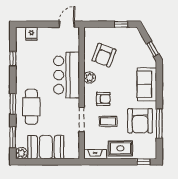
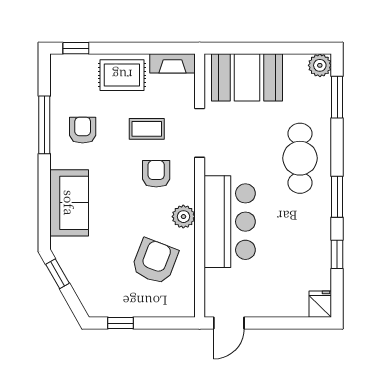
fridge: (31, 34) -> (320, 304), moved
armchair: (103, 99) -> (156, 174), turned 90
window: (13, 104) -> (337, 197), moved
armchair: (140, 121) -> (83, 130), width x0.53, depth x0.53
booth: (46, 147) -> (247, 77), moved

